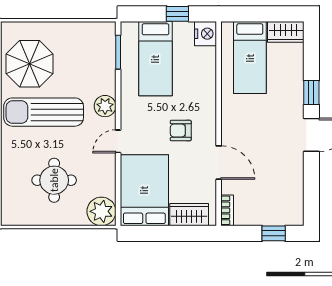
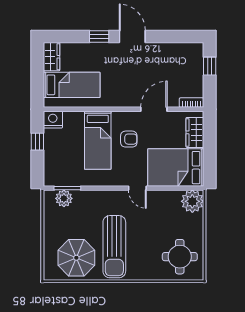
bed: (155, 59) -> (98, 140), moved, turned 90
plant: (105, 106) -> (64, 198), moved
armchair: (181, 131) -> (129, 139), turned -90
round table: (54, 180) -> (180, 257), moved

